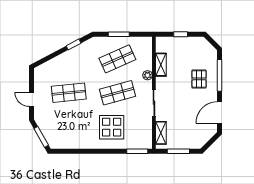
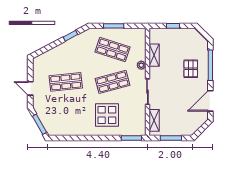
shop shelf: (117, 59) -> (112, 50), turned 42

